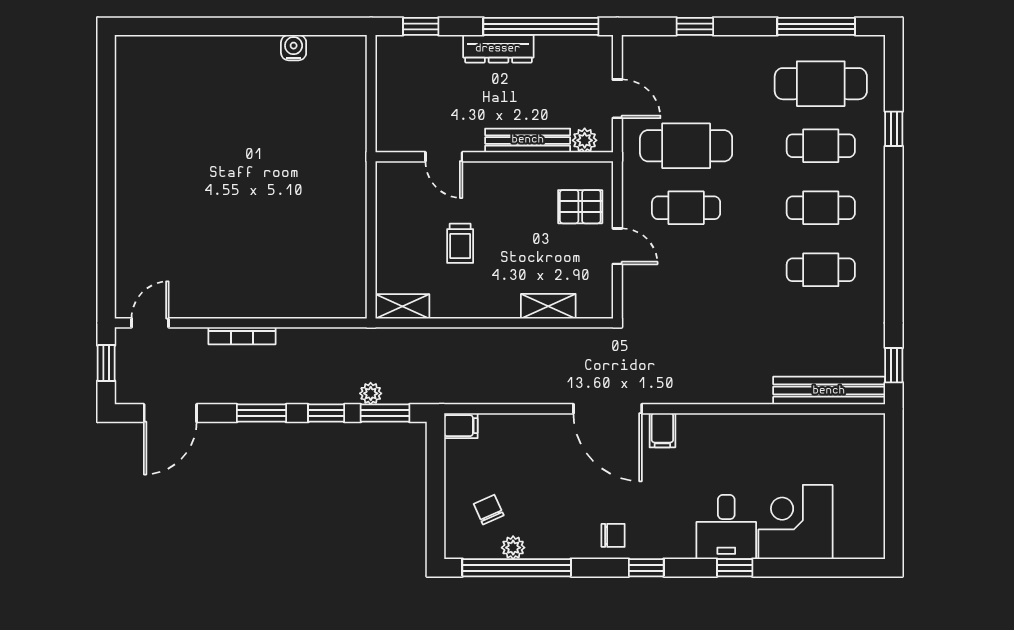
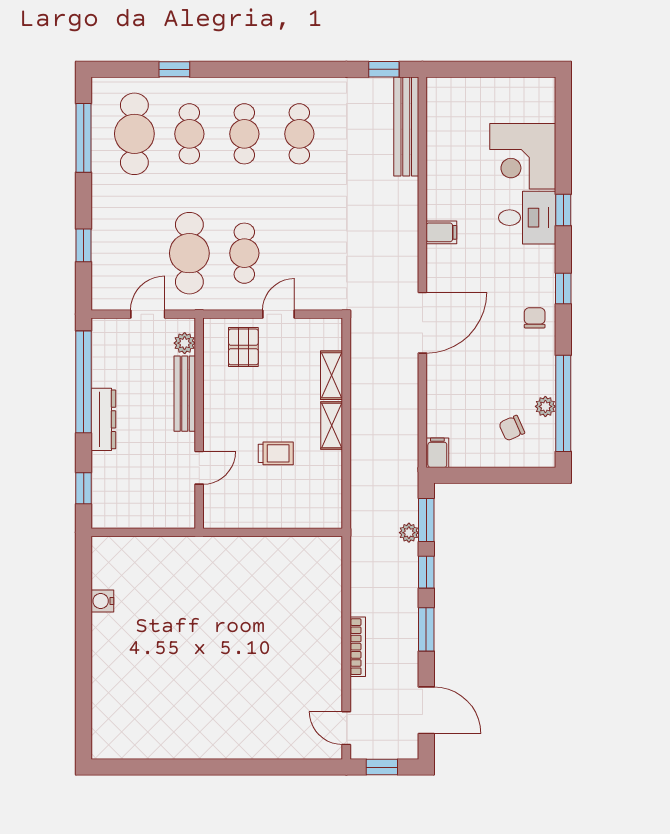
shelving: (402, 306) -> (332, 426), moved
filing cabinet: (662, 430) -> (441, 232), moved

